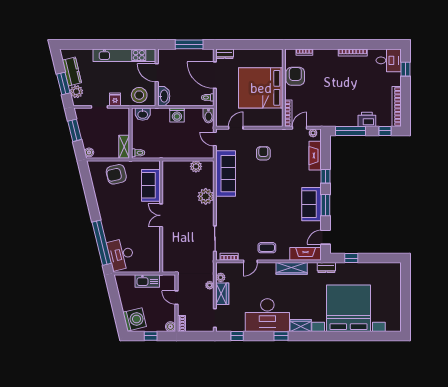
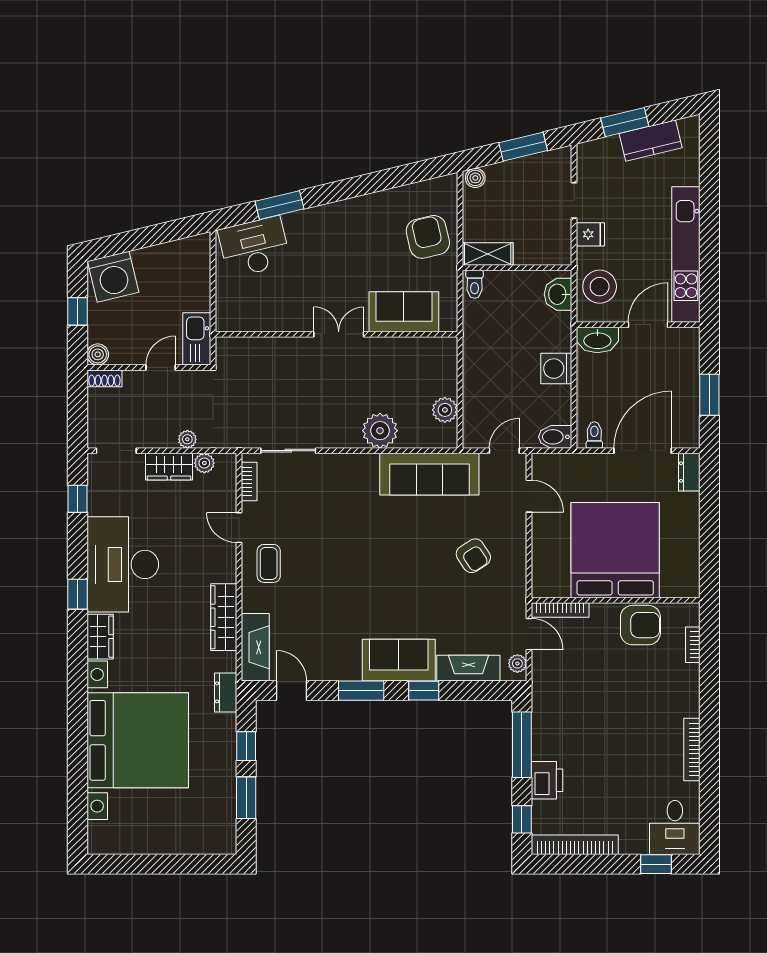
window: (189, 44) -> (709, 395), width x0.69
plant: (76, 92) -> (607, 151), removed
armchair: (263, 153) -> (473, 556), turned 57
sofa: (311, 204) -> (399, 660), moved
window: (102, 243) -> (280, 205), width x0.47
window: (375, 258) -> (246, 798), added
kitchen sink: (147, 281) -> (197, 339), moved

